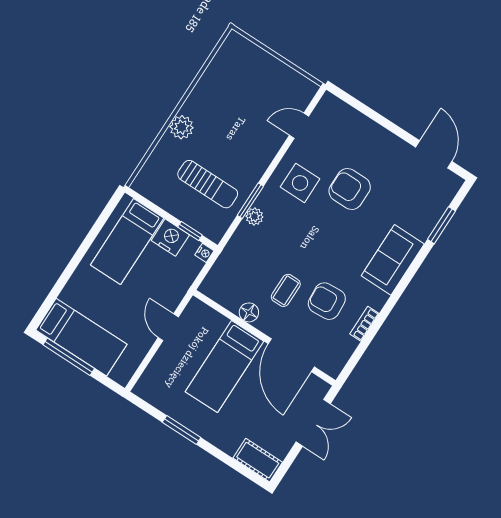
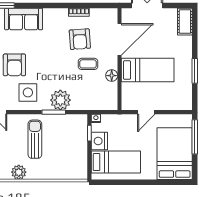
plant: (182, 127) -> (19, 172), moved
sun lounger: (208, 184) -> (35, 139), moved
plant: (254, 217) -> (60, 100), width x1.87, depth x1.87
sofa: (393, 260) -> (24, 19), moved
bed: (81, 337) -> (175, 154), width x1.50
window: (69, 357) -> (195, 137), moved

